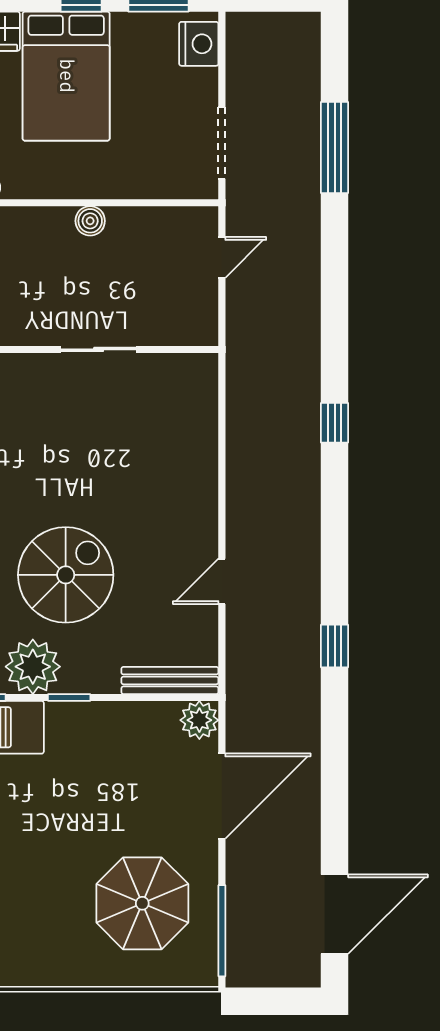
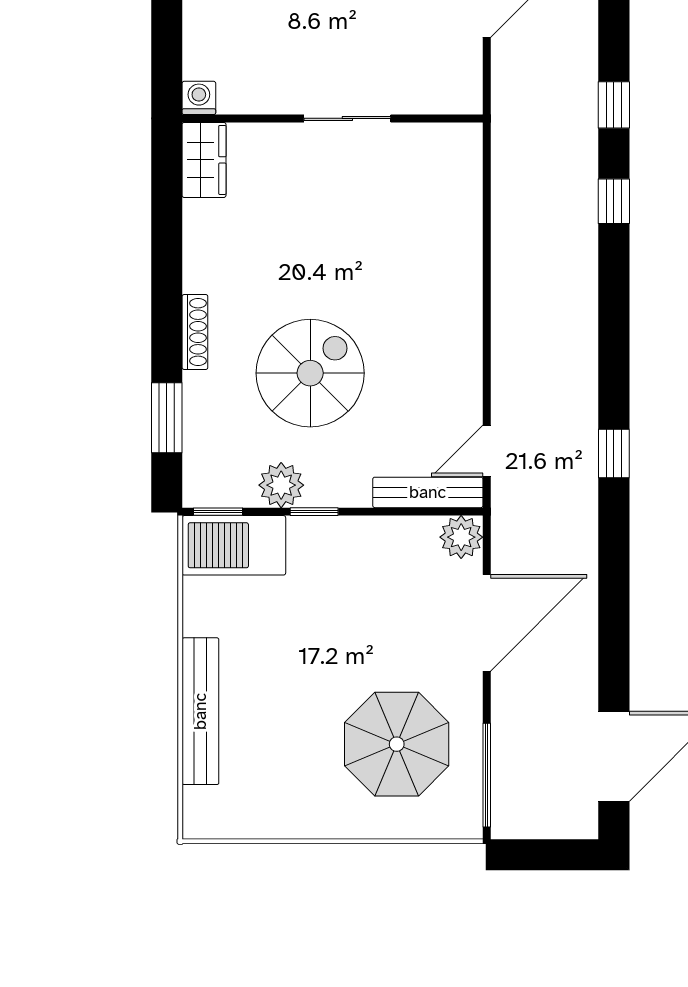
window: (335, 337) -> (614, 105), added
door: (222, 581) -> (487, 451), moved
plant: (33, 667) -> (281, 485), width x0.73, depth x0.73

